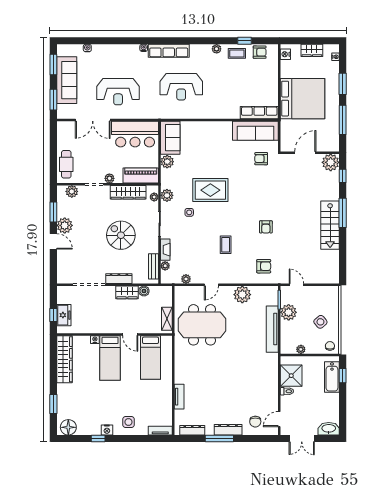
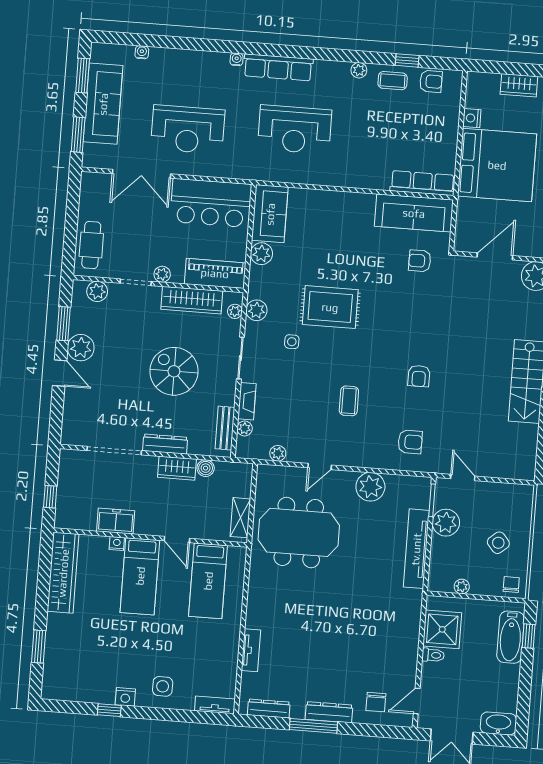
nightstand: (285, 54) -> (472, 118), moved
freezer: (64, 315) -> (116, 521), moved, turned -90
floor lamp: (68, 427) -> (61, 687), removed

